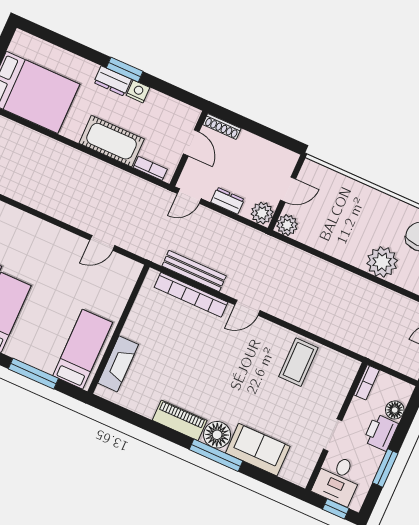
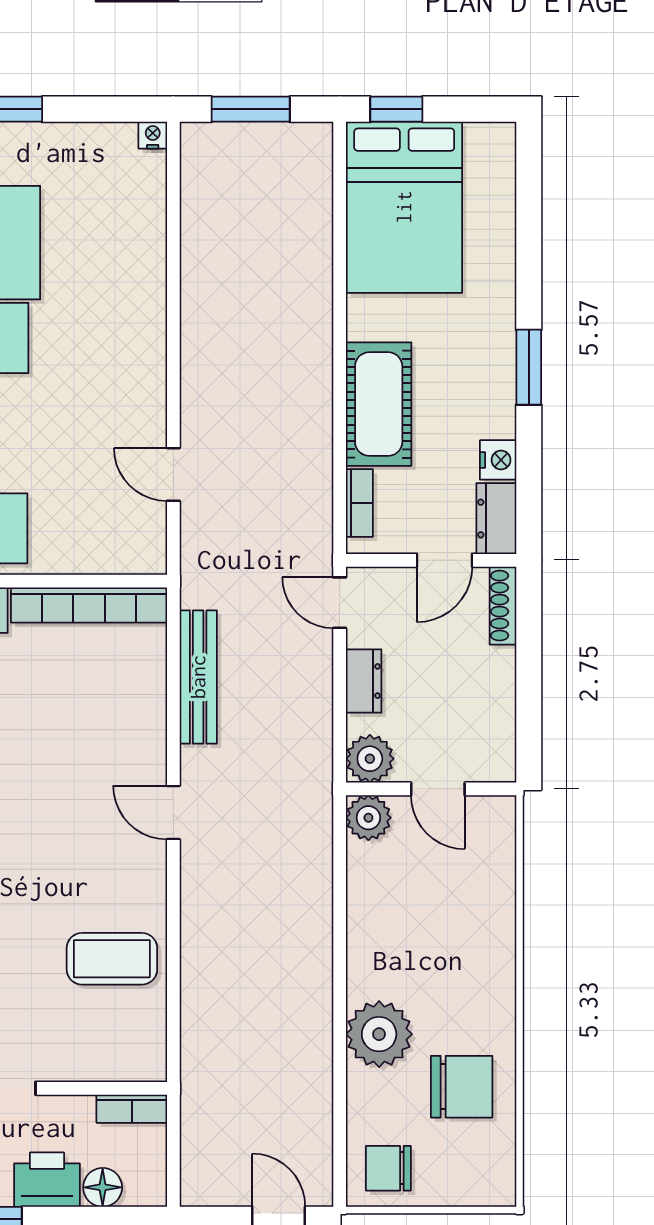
dresser: (113, 81) -> (496, 519), moved
nightstand: (138, 91) -> (498, 460), moved
bookcase: (191, 295) -> (89, 605), moved, turned -90

